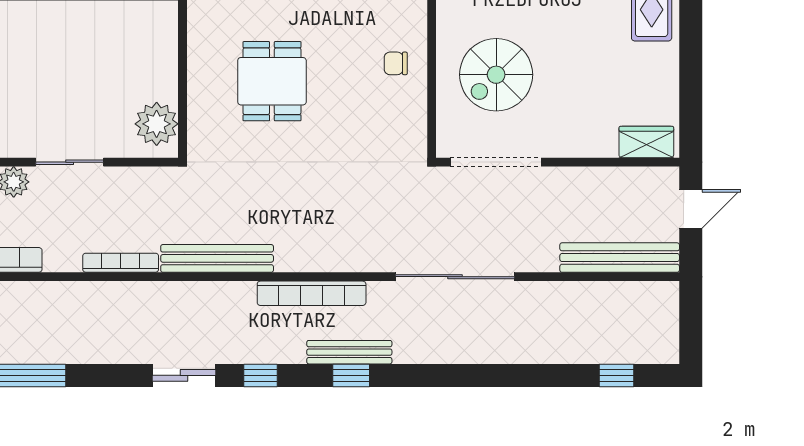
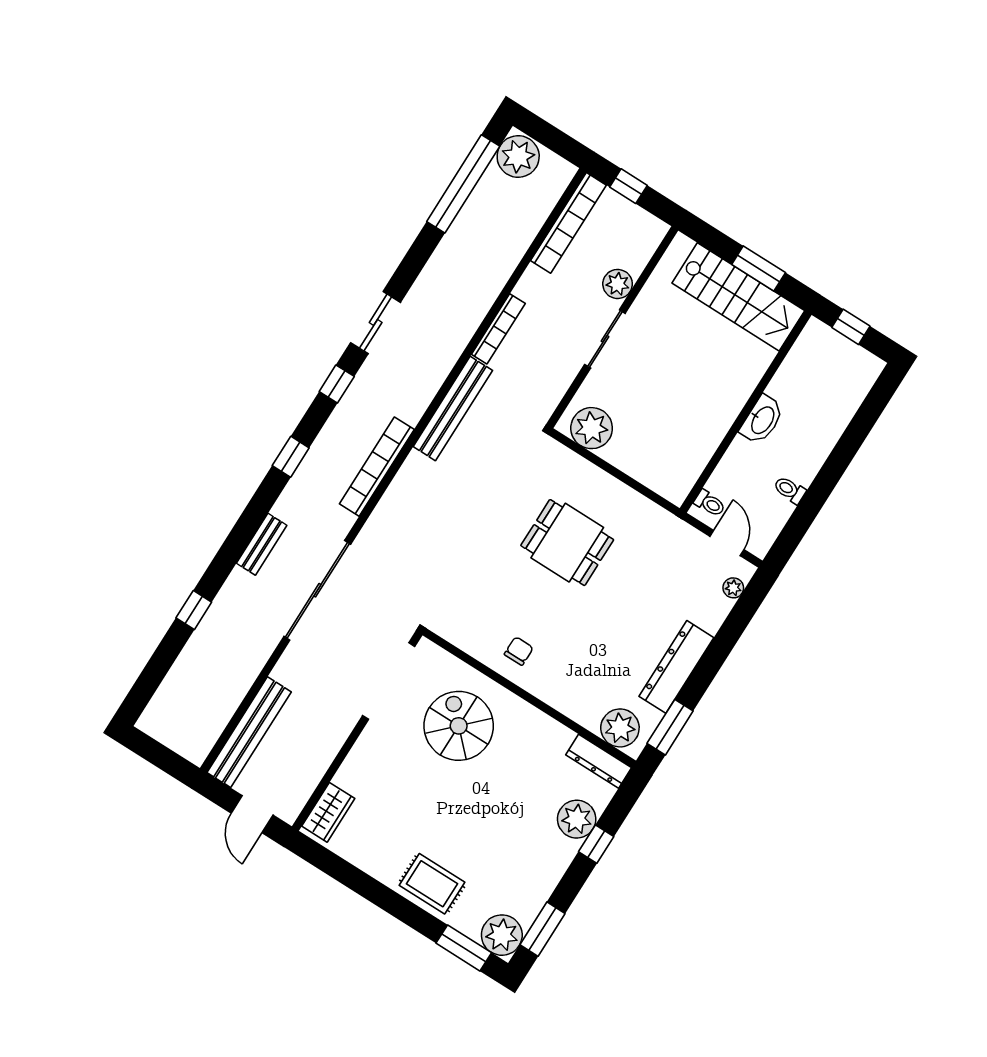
bench: (349, 352) -> (262, 544), moved, width x0.73
window: (617, 375) -> (194, 610), moved

